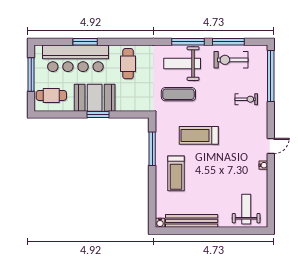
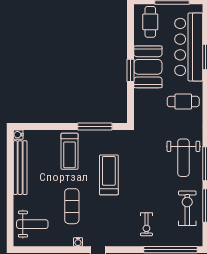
weight bench: (182, 64) -> (183, 158), turned 180
exercise mat: (178, 94) -> (72, 206), moved
treadmill: (176, 173) -> (70, 151), turned -90

